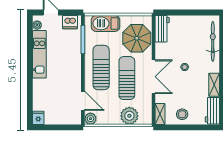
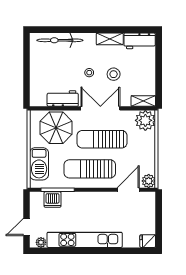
dishwasher: (70, 22) -> (53, 199), moved, turned 90
workbench: (162, 29) -> (63, 99), moved
kitchen unit: (39, 54) -> (85, 240), width x1.36
stool: (182, 114) -> (114, 74), moved
plant: (129, 116) -> (145, 120), moved

